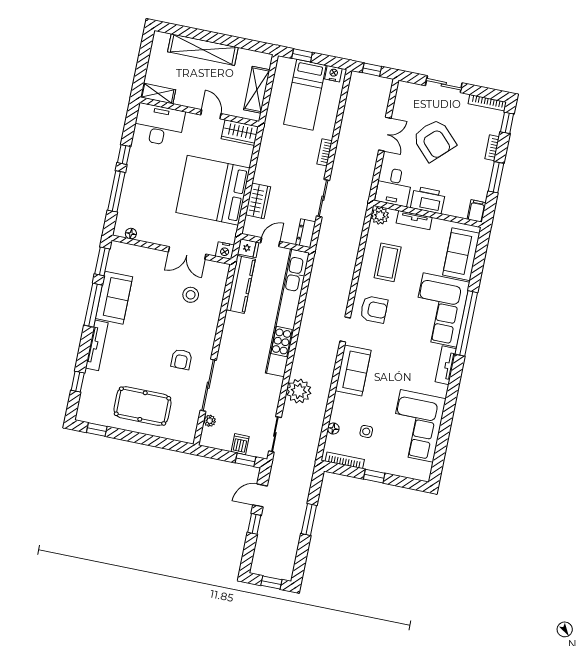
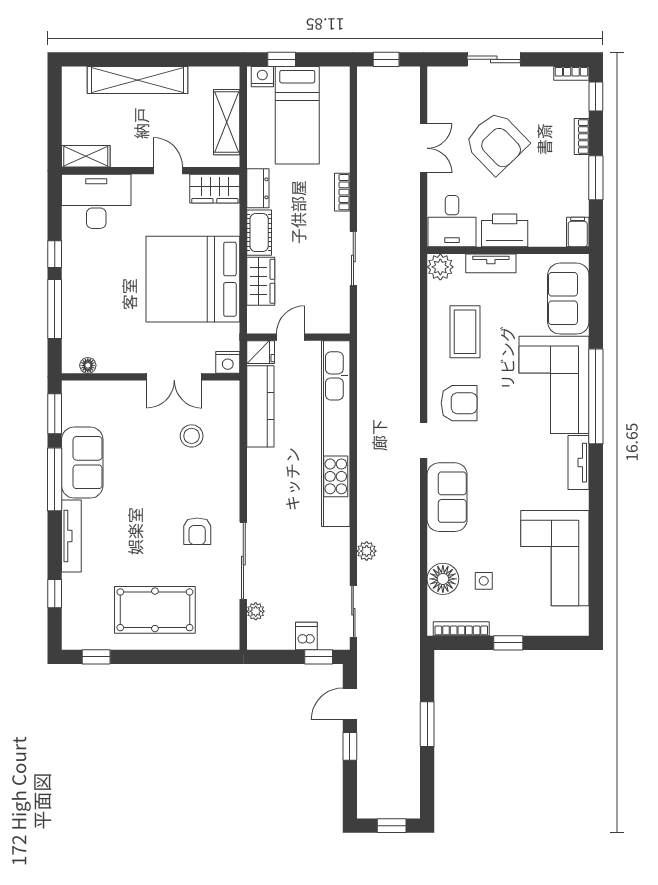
nightstand: (333, 74) -> (262, 77), moved
bookcase: (487, 103) -> (571, 73), width x0.64
cot: (263, 168) -> (259, 233), added
dresser: (306, 233) -> (258, 188), moved, turned 180
plant: (299, 391) -> (367, 551), width x0.53, depth x0.53
floor lamp: (333, 429) -> (443, 579), width x1.89, depth x1.89

